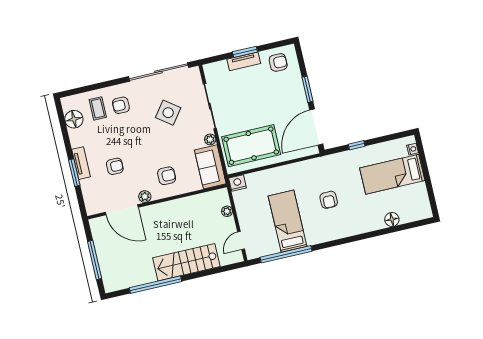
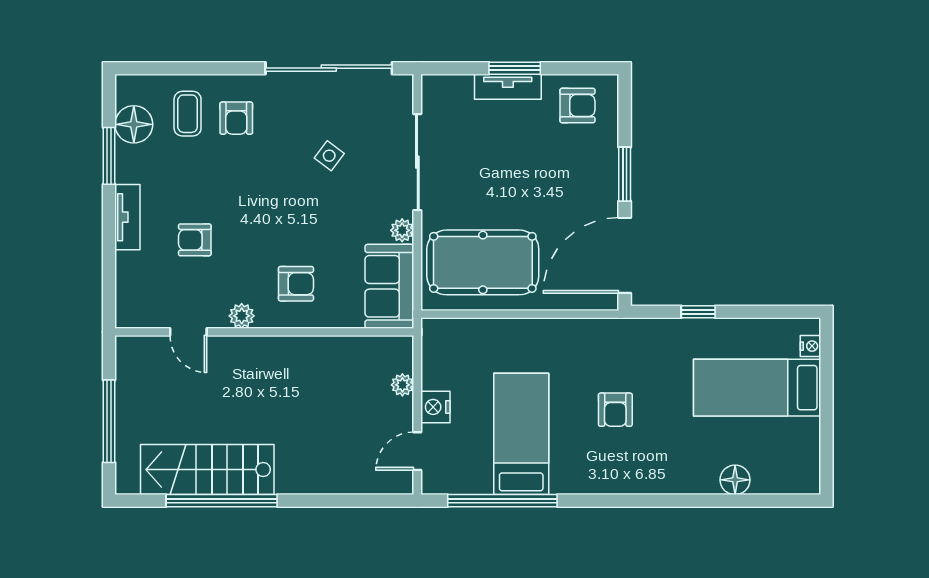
armchair: (121, 105) -> (236, 118), turned -90
side table: (168, 113) -> (329, 156), width x0.54, depth x0.54
armchair: (115, 166) -> (195, 240), turned 180
window: (74, 173) -> (109, 156), moved
nightstand: (238, 183) -> (435, 407), moved, turned -90
door: (122, 210) -> (188, 332), width x0.53
stairs: (186, 262) -> (207, 470), moved

